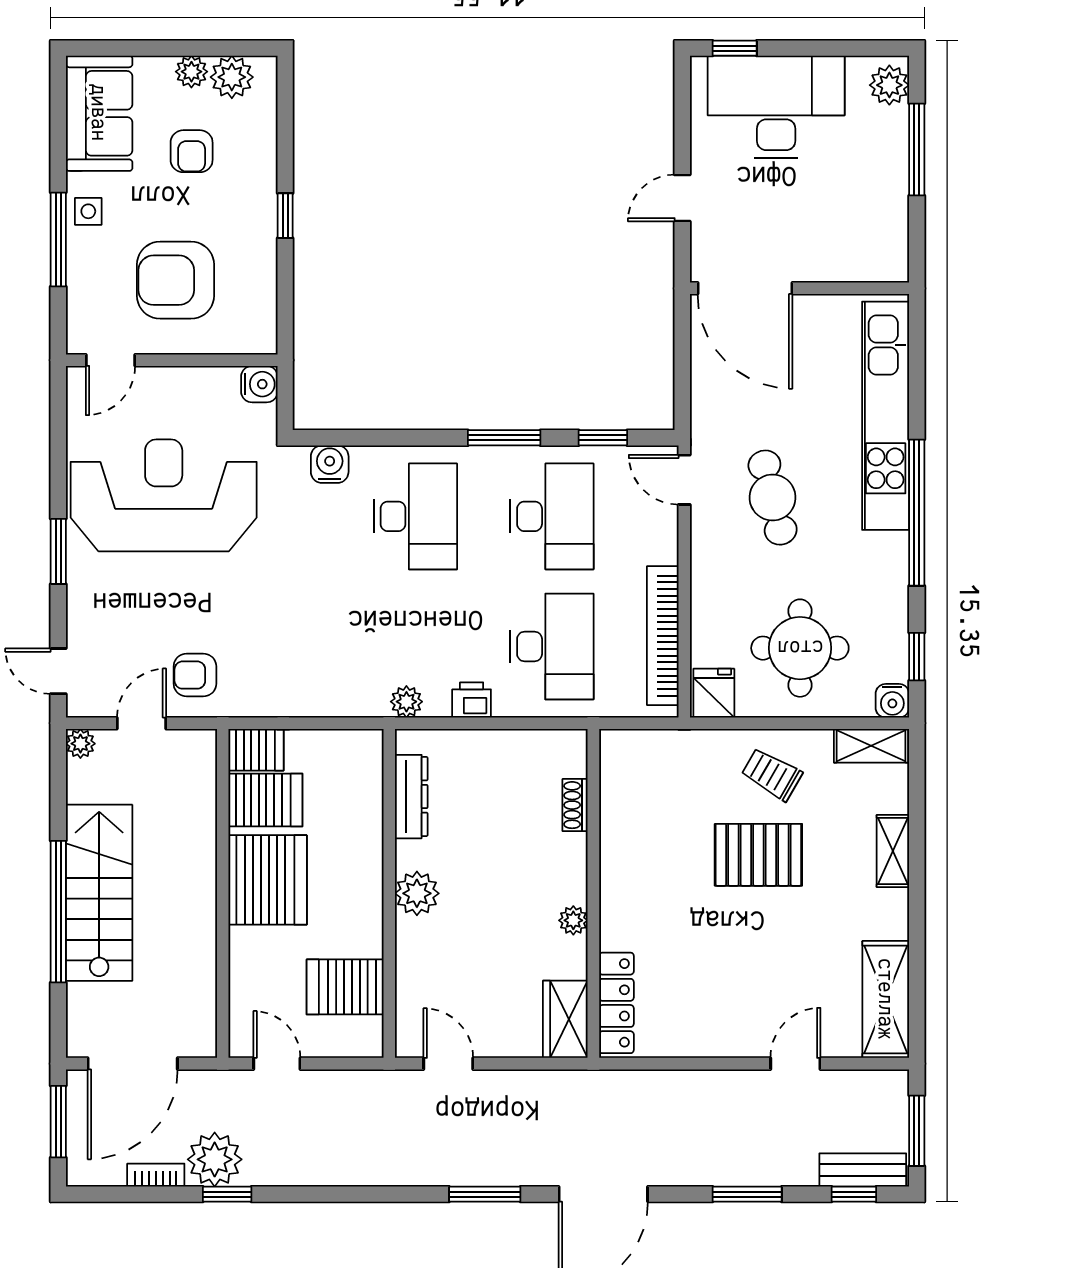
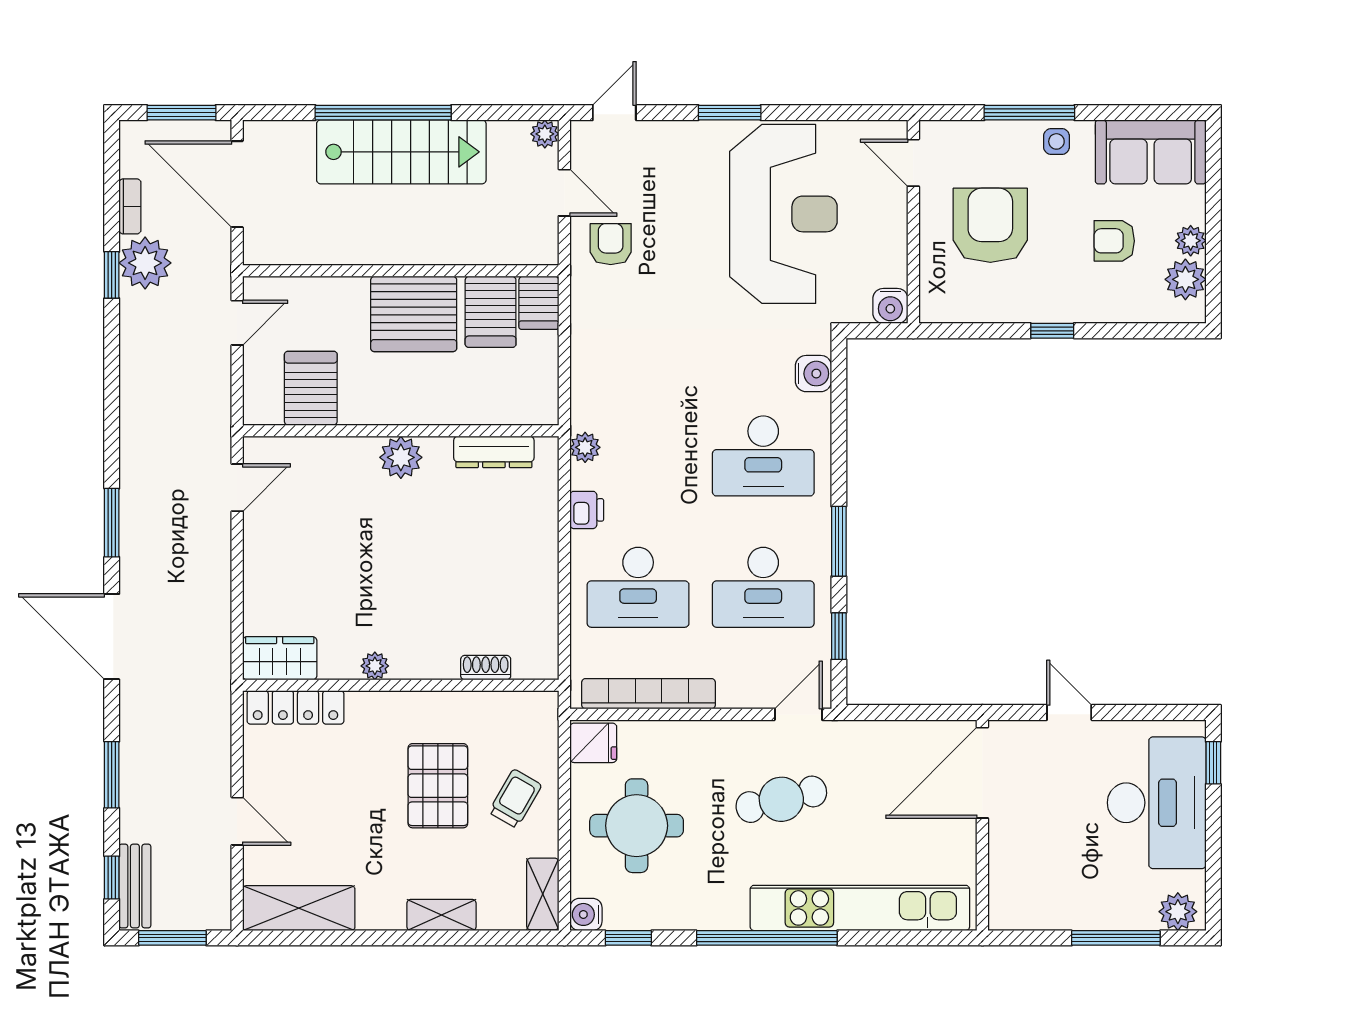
shoe rack: (575, 805) -> (486, 668), moved
wall: (593, 893) -> (401, 685), moved
plant: (573, 920) -> (375, 666), moved
locker: (616, 1003) -> (295, 707), moved
wardrobe: (565, 1019) -> (280, 658), moved

